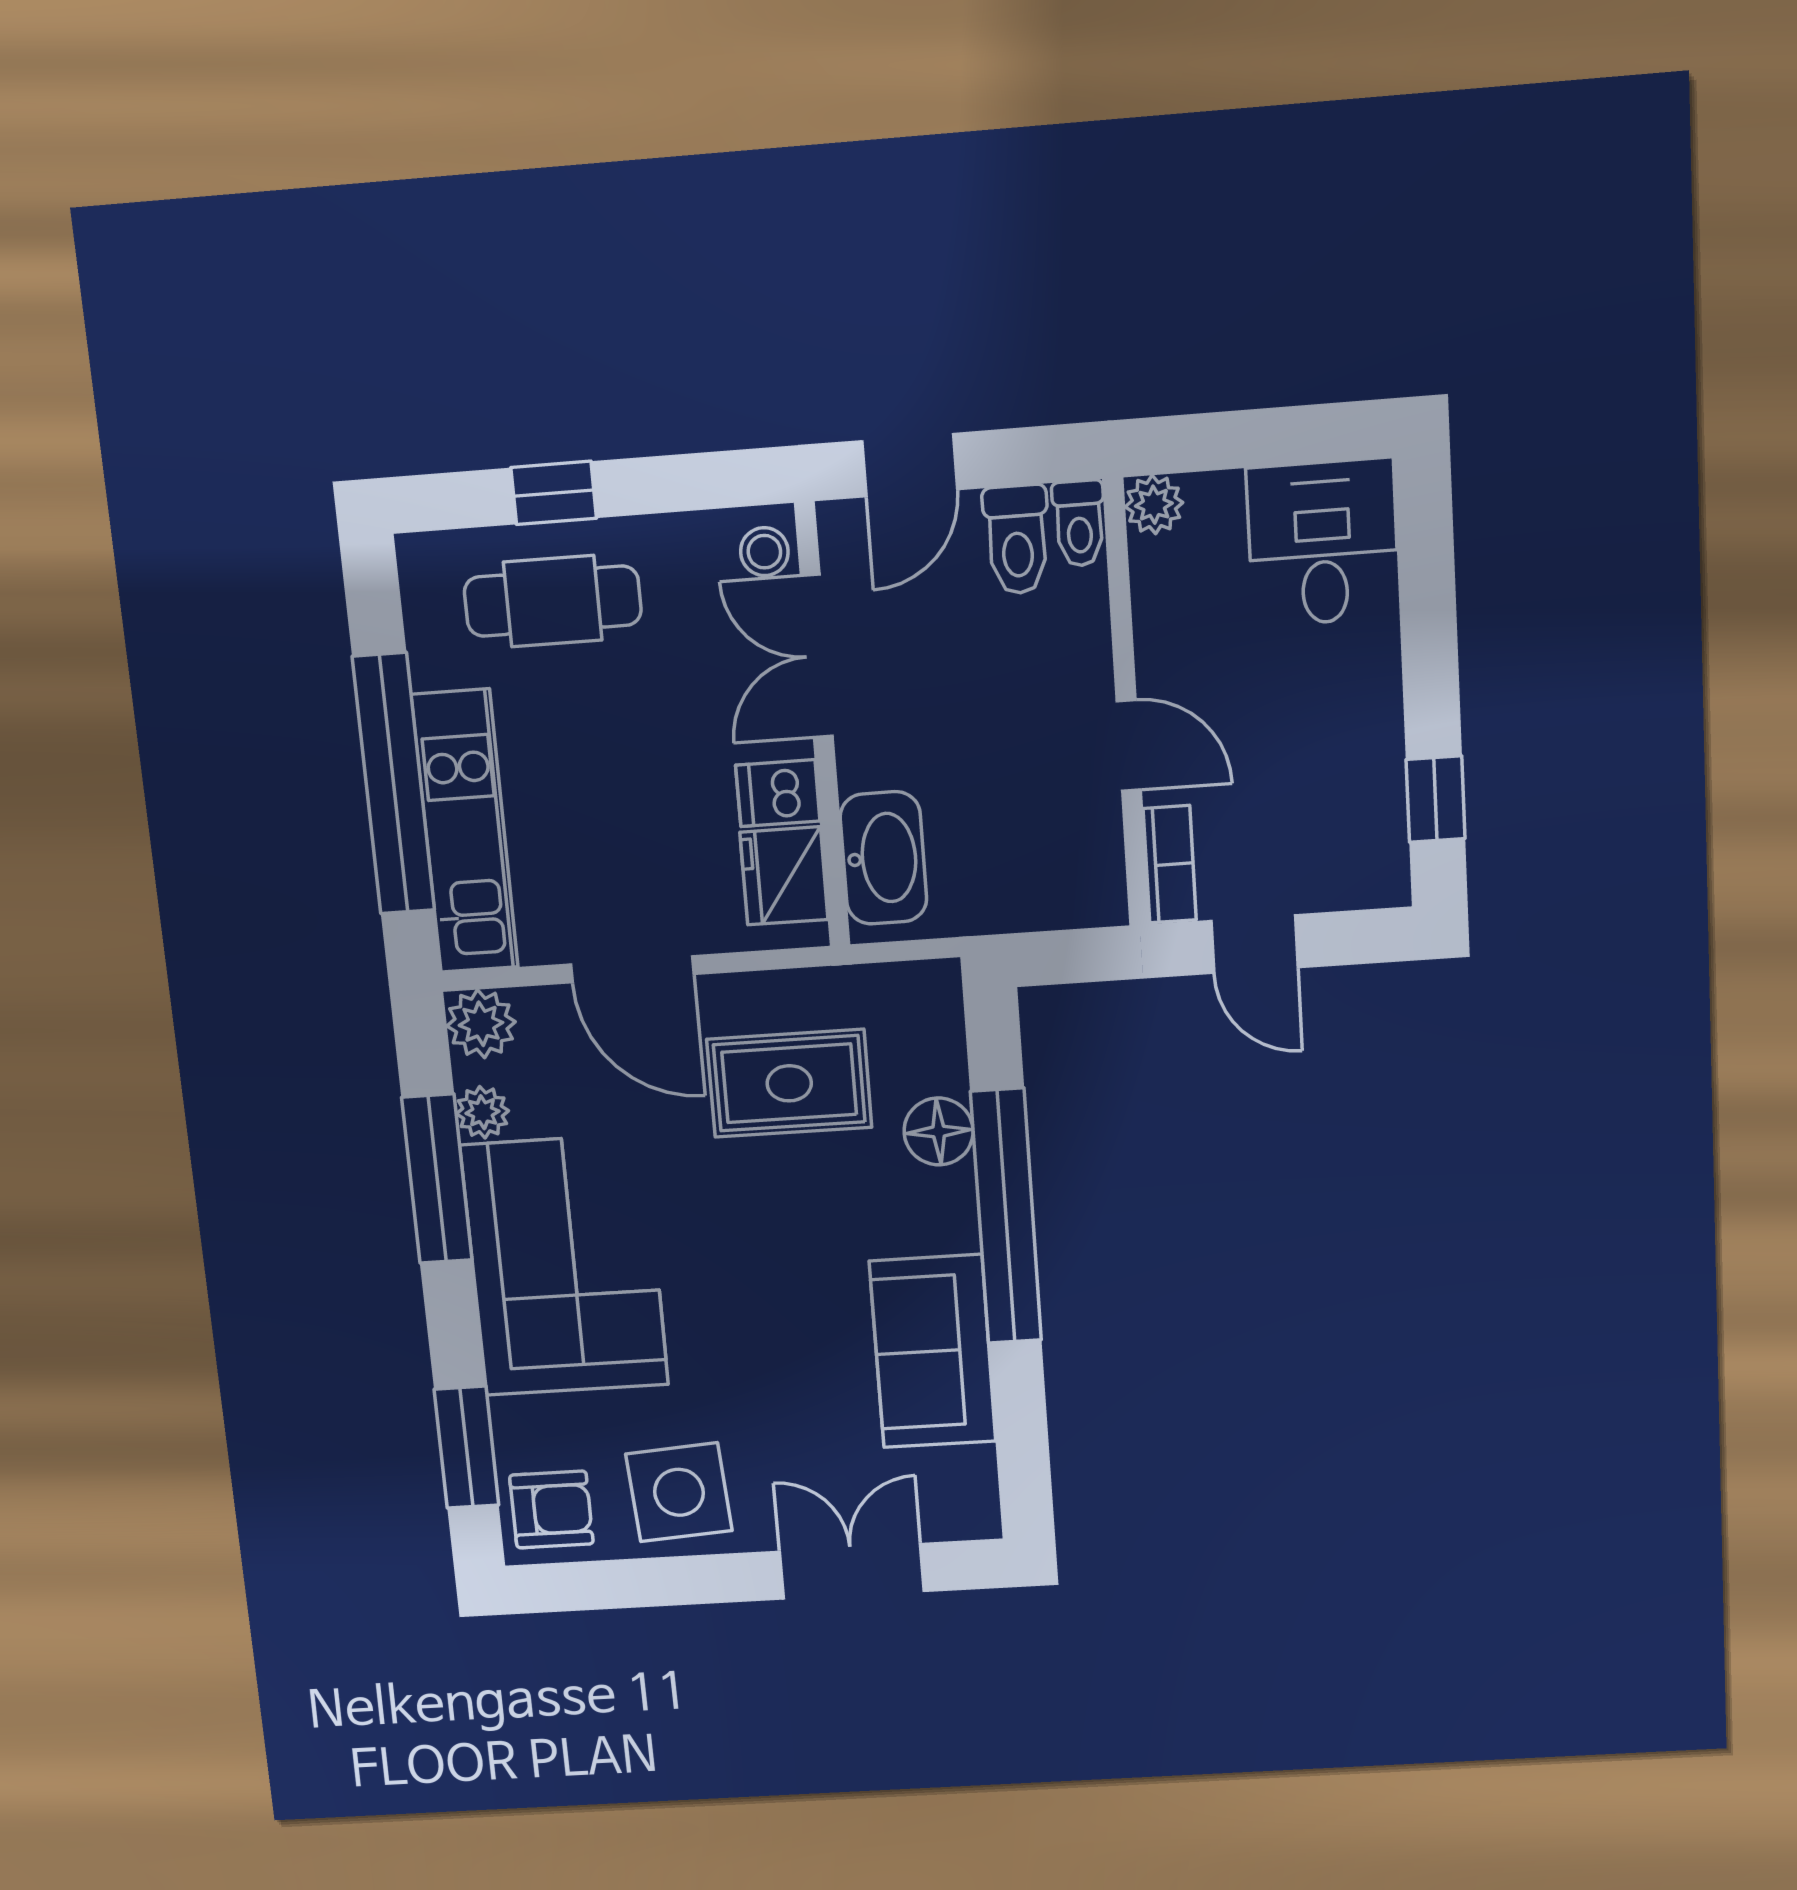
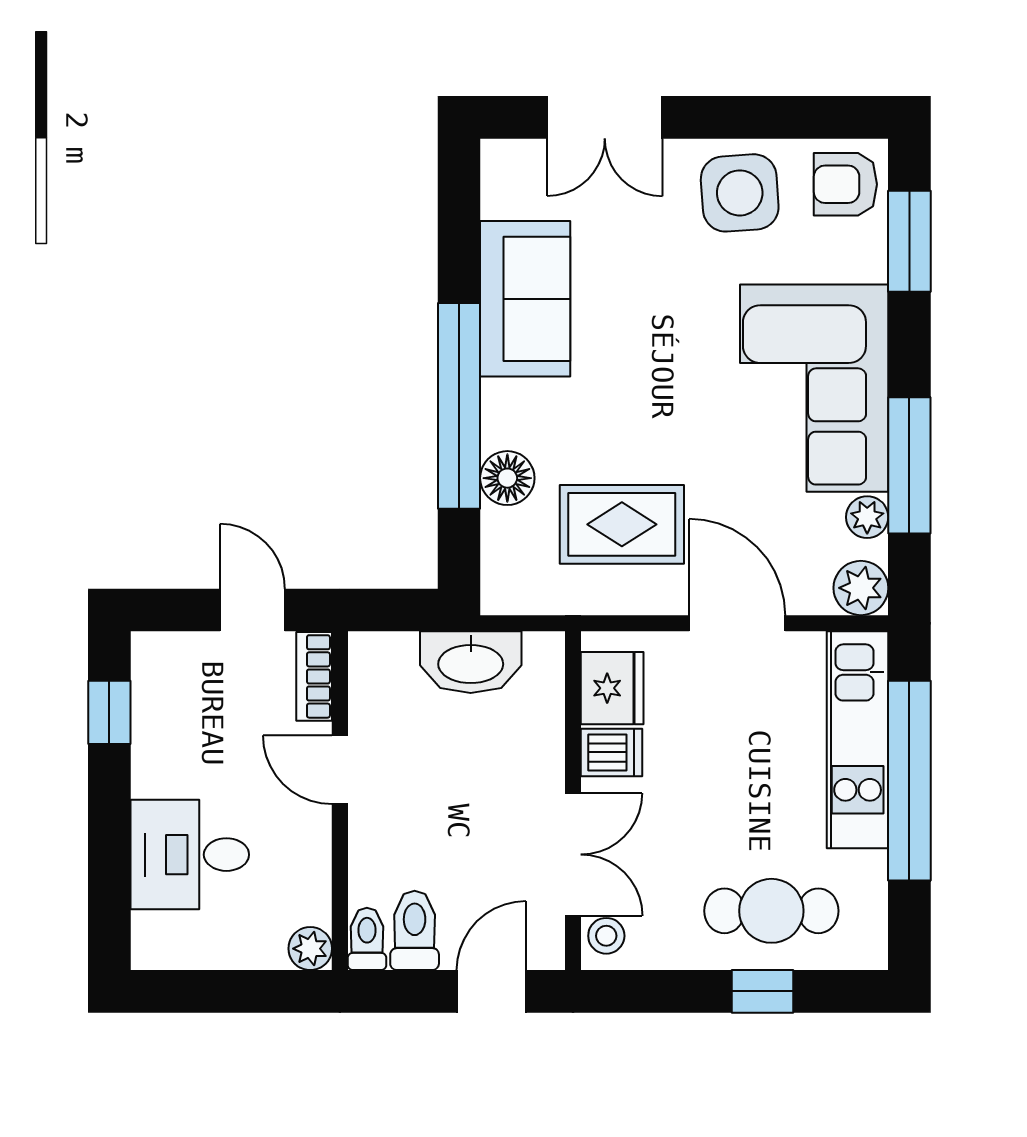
desk: (1323, 543) -> (190, 855), moved, turned 90
washbasin: (883, 858) -> (471, 662), moved, turned -90

